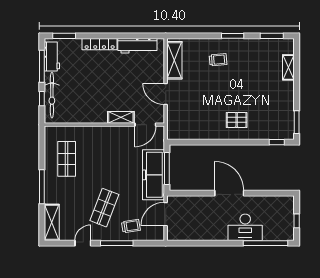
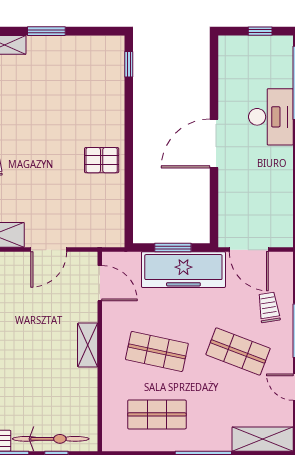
shelving: (121, 117) -> (88, 345), moved
pallet: (237, 120) -> (102, 160), moved, turned 90
window: (297, 122) -> (46, 31), moved
shop shelf: (104, 159) -> (157, 351), added
window: (167, 169) -> (173, 247), width x0.69

